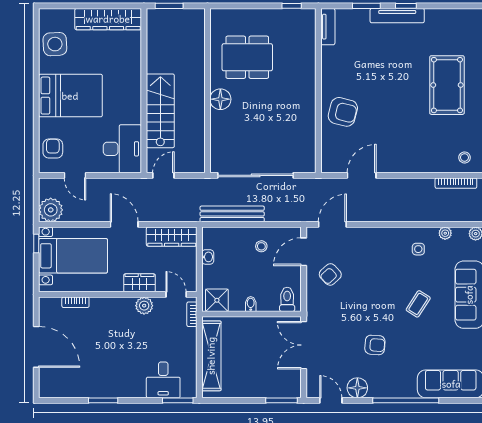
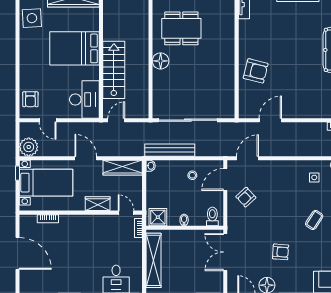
bed: (70, 96) -> (74, 48), moved, turned 180
armchair: (53, 149) -> (30, 99), turned 180
washbasin: (208, 257) -> (151, 166), moved
plant: (144, 306) -> (101, 221), removed

